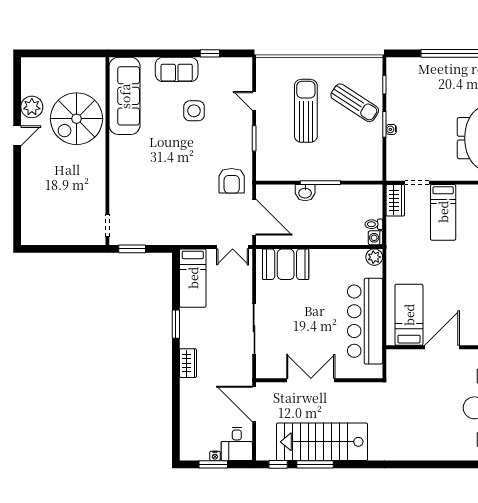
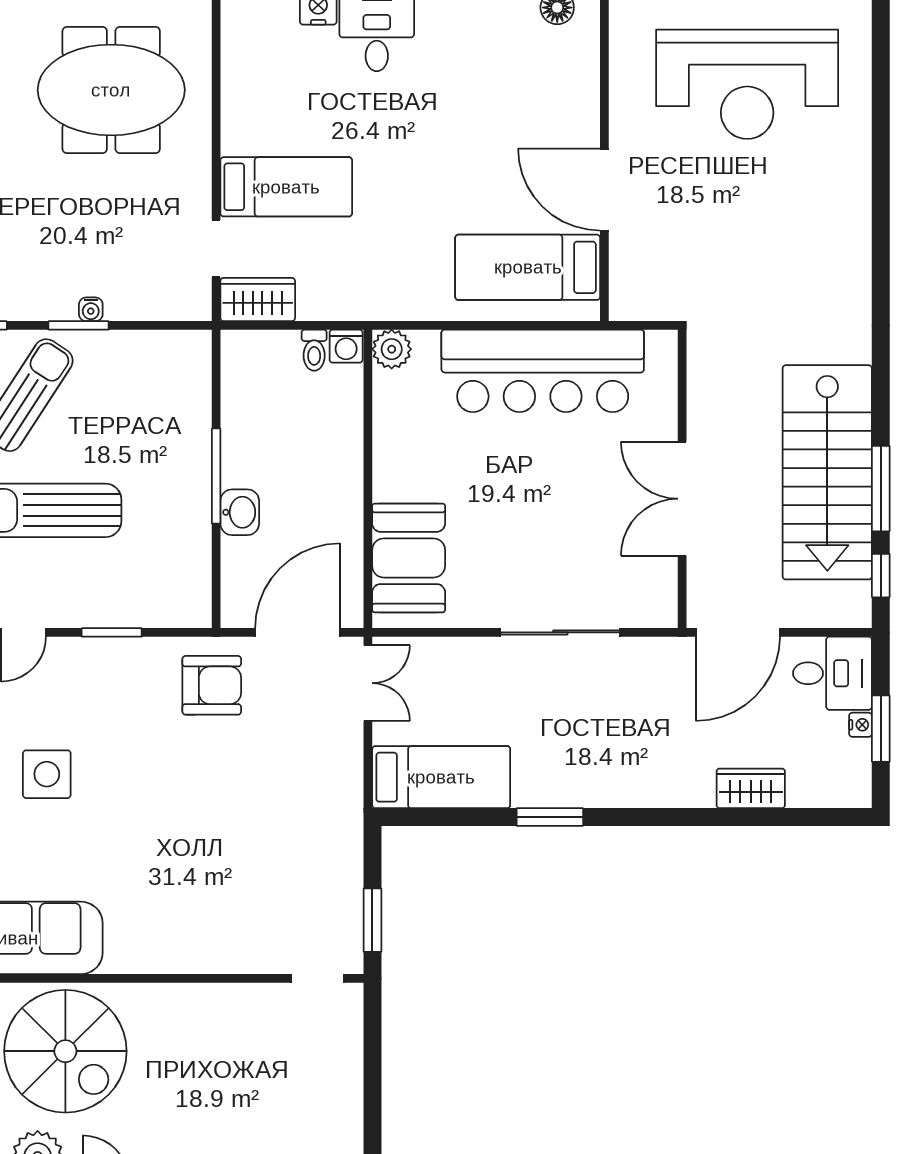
wardrobe: (188, 363) -> (751, 788), moved

